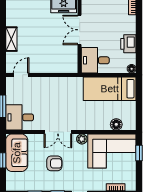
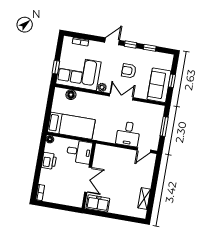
shelving: (11, 39) -> (144, 199), moved
desk: (20, 117) -> (128, 134), moved, turned 90

